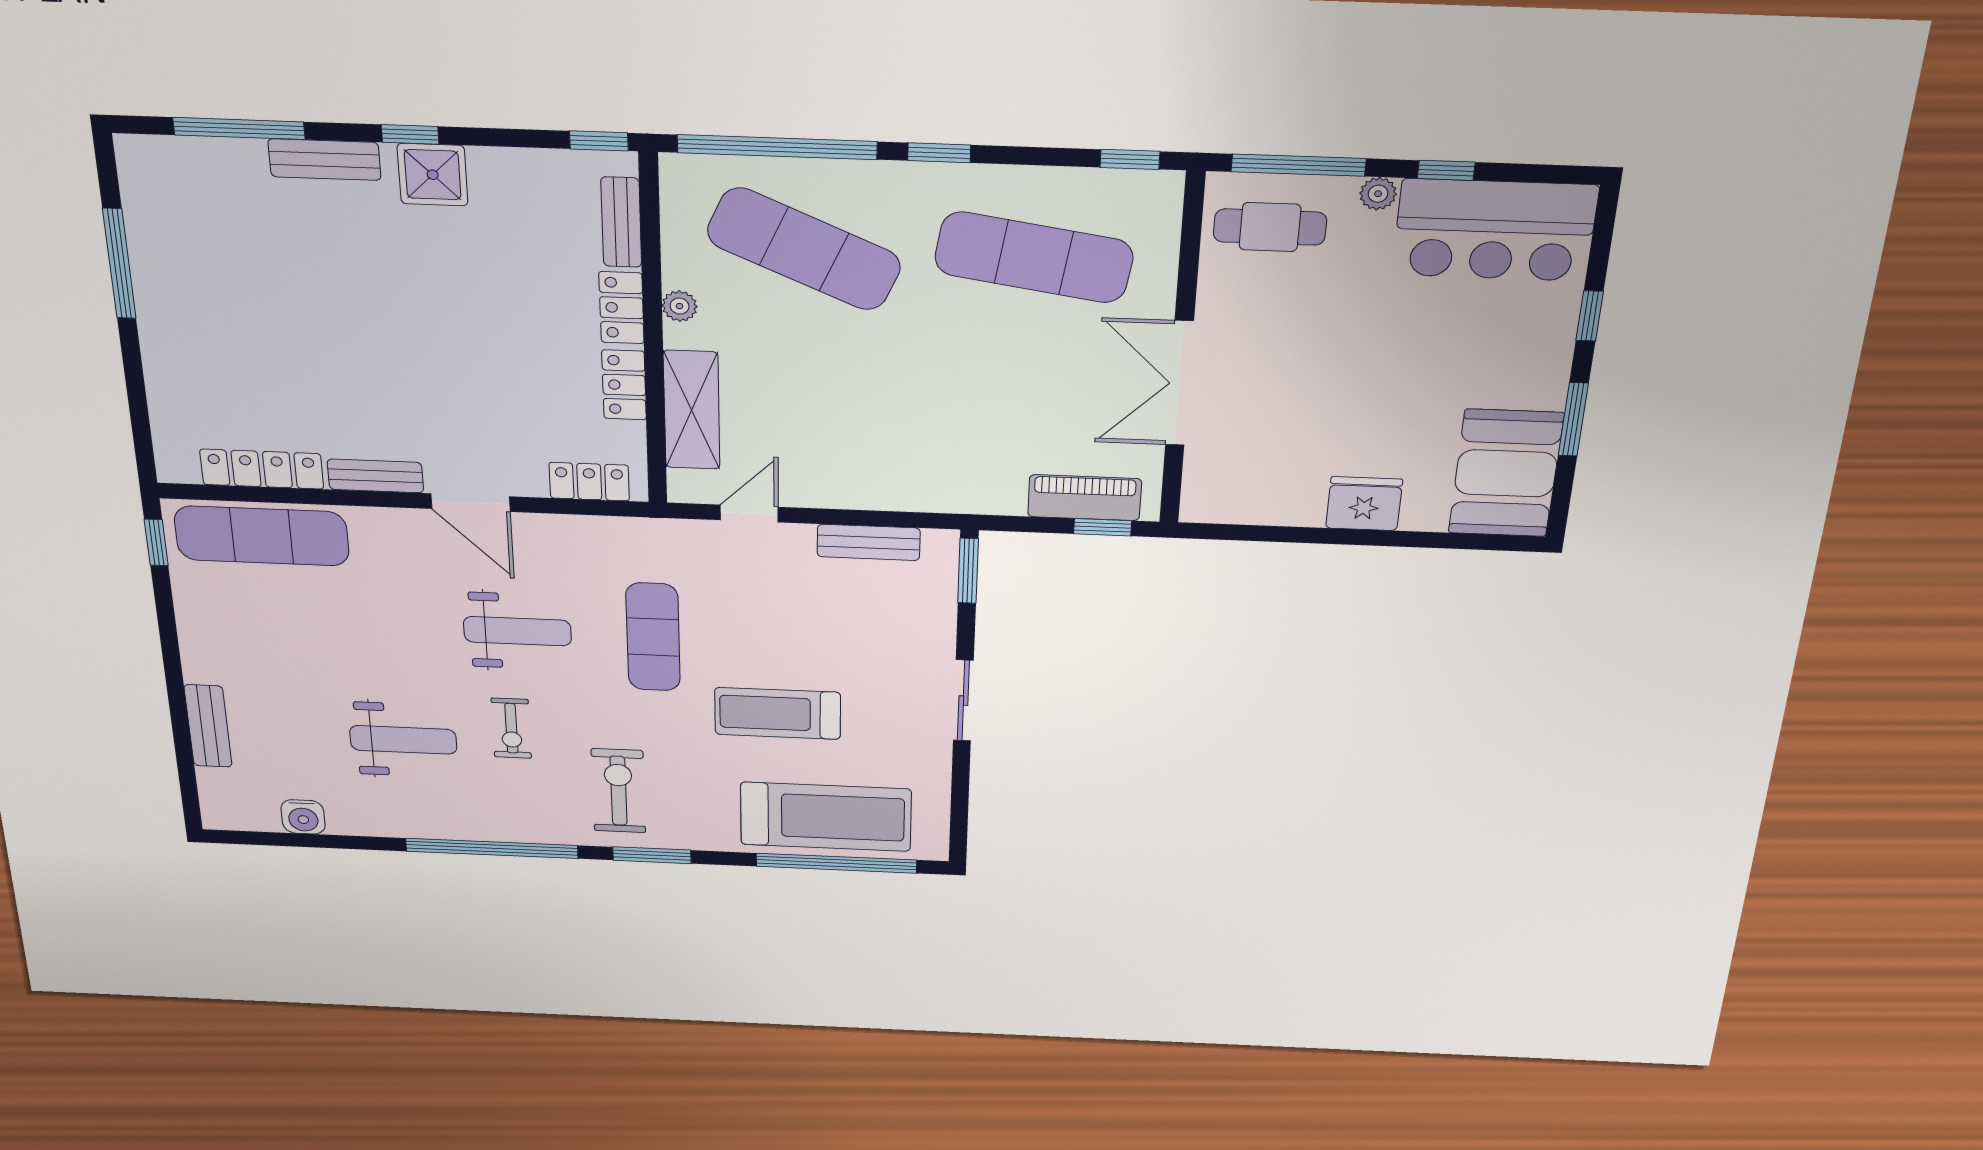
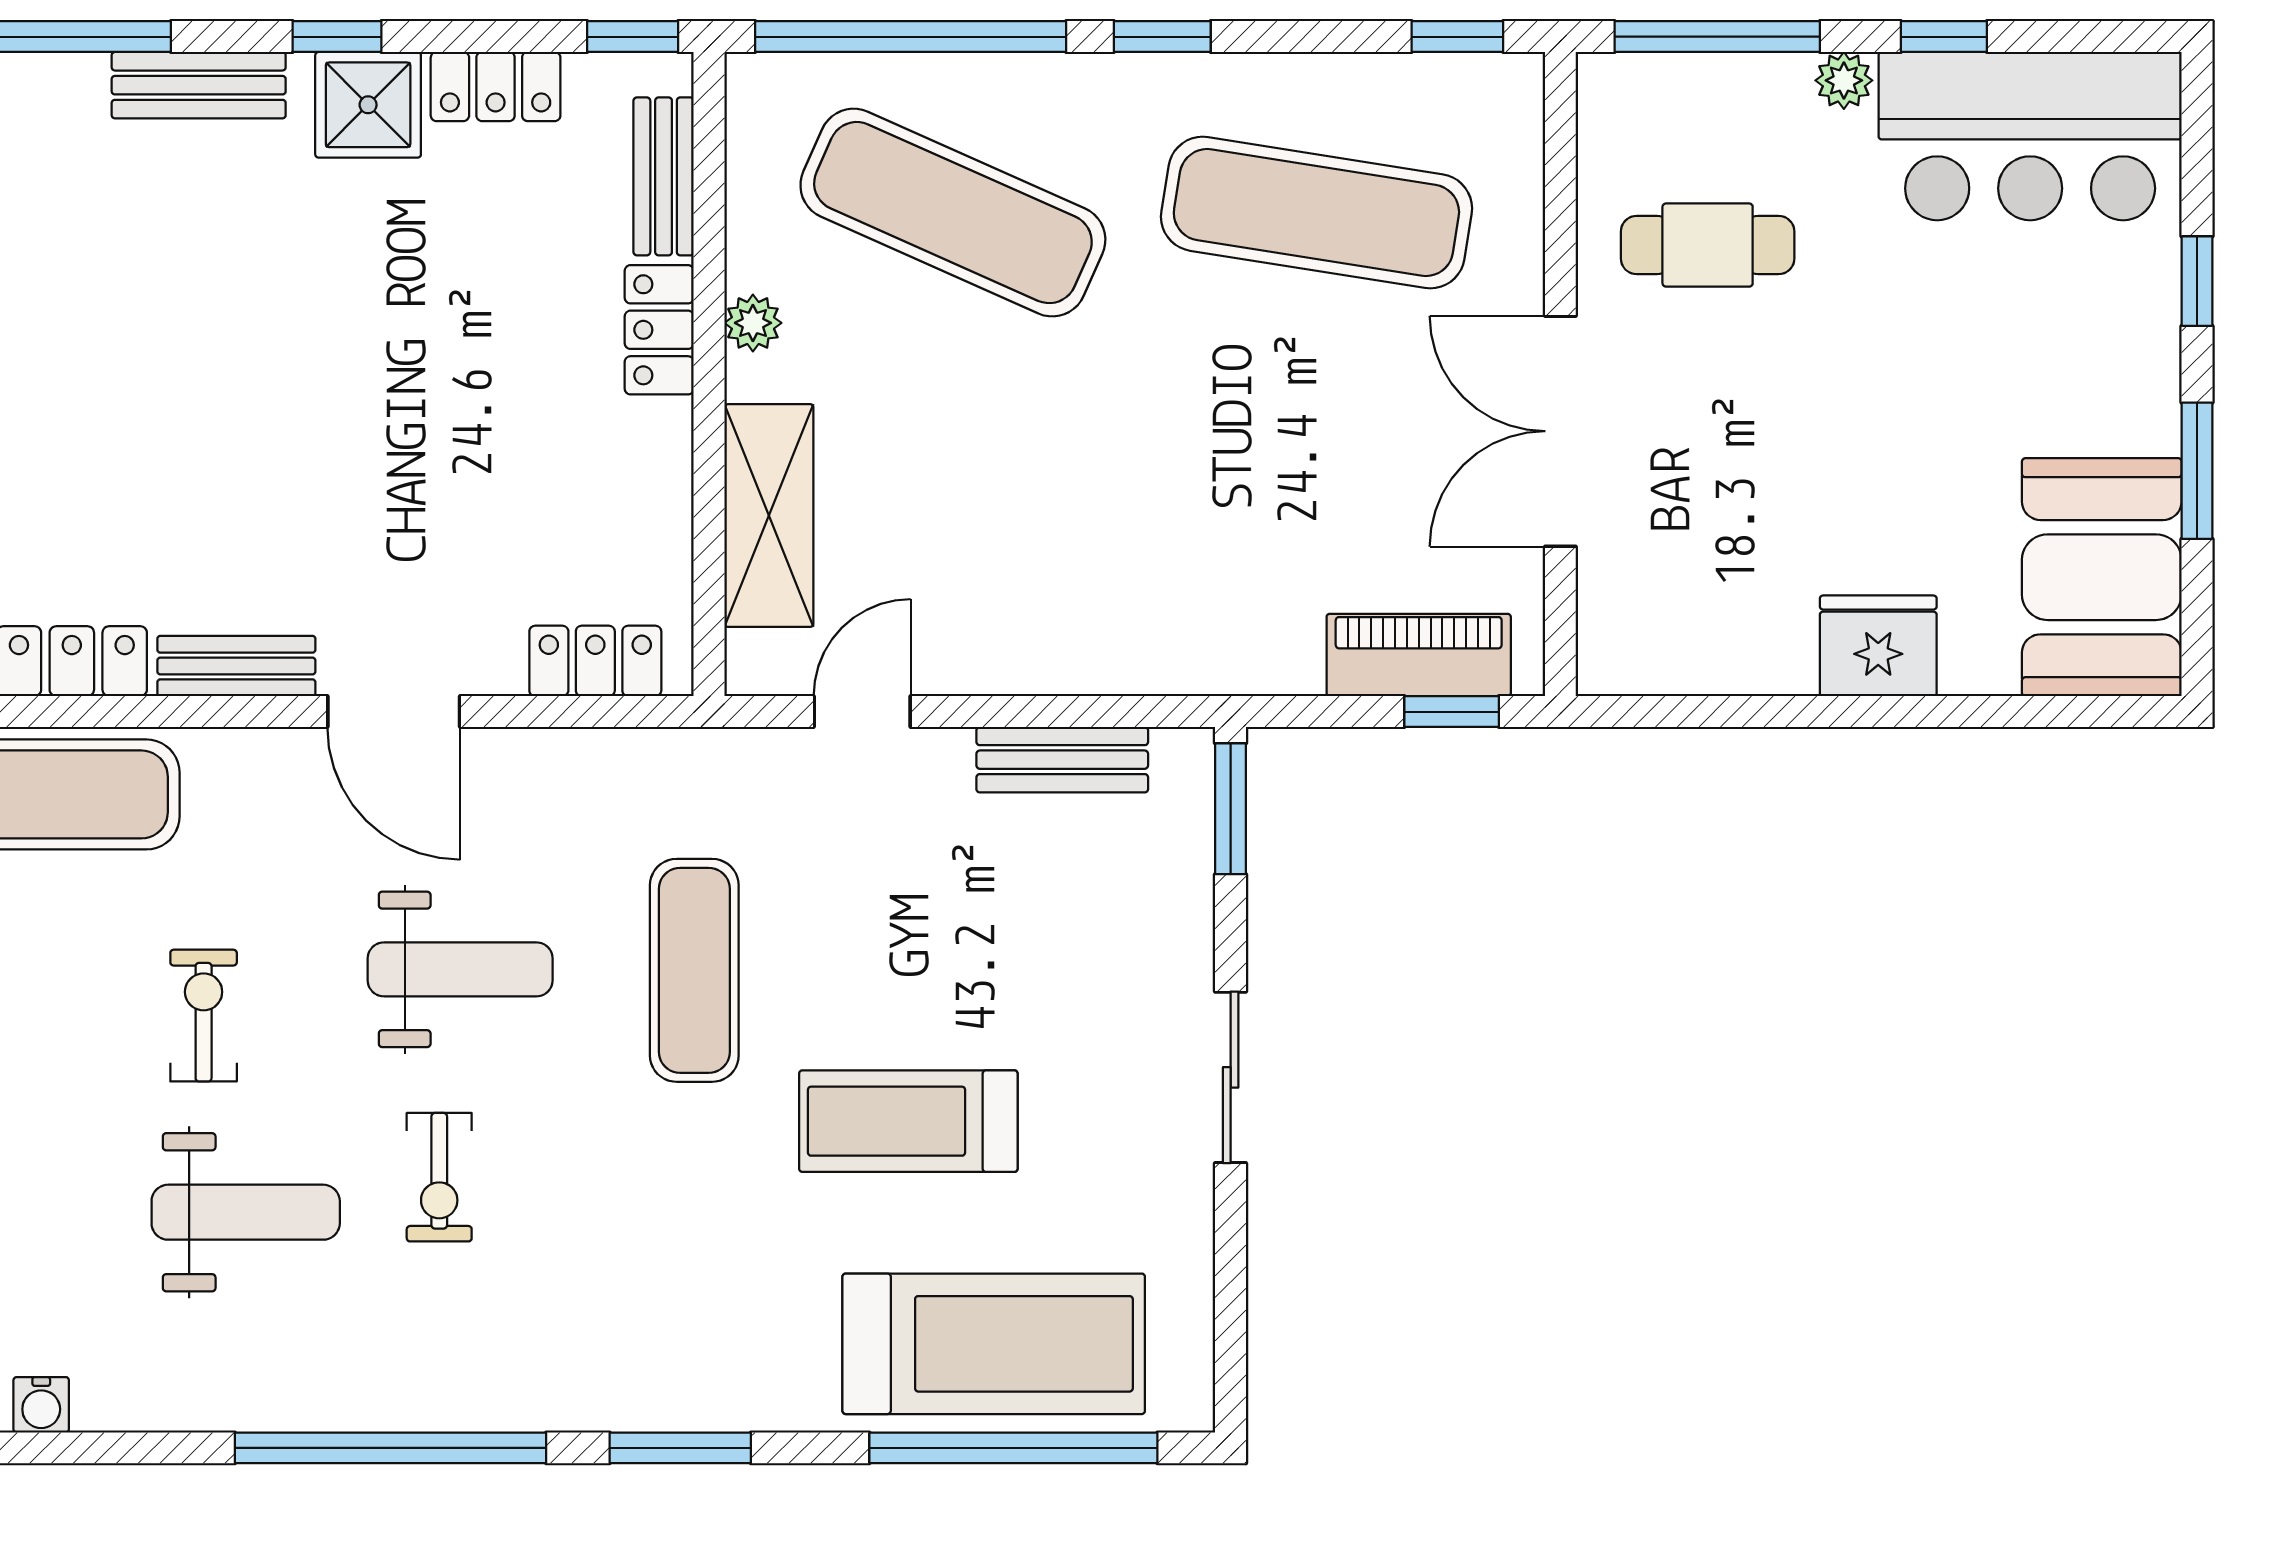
cafe table: (1270, 227) -> (1708, 245), moved
locker: (624, 385) -> (496, 87), moved, turned -90
exercise bike: (619, 791) -> (204, 1016), moved, width x0.73, depth x0.72
water cooler: (303, 817) -> (41, 1405), width x0.72, depth x0.72

